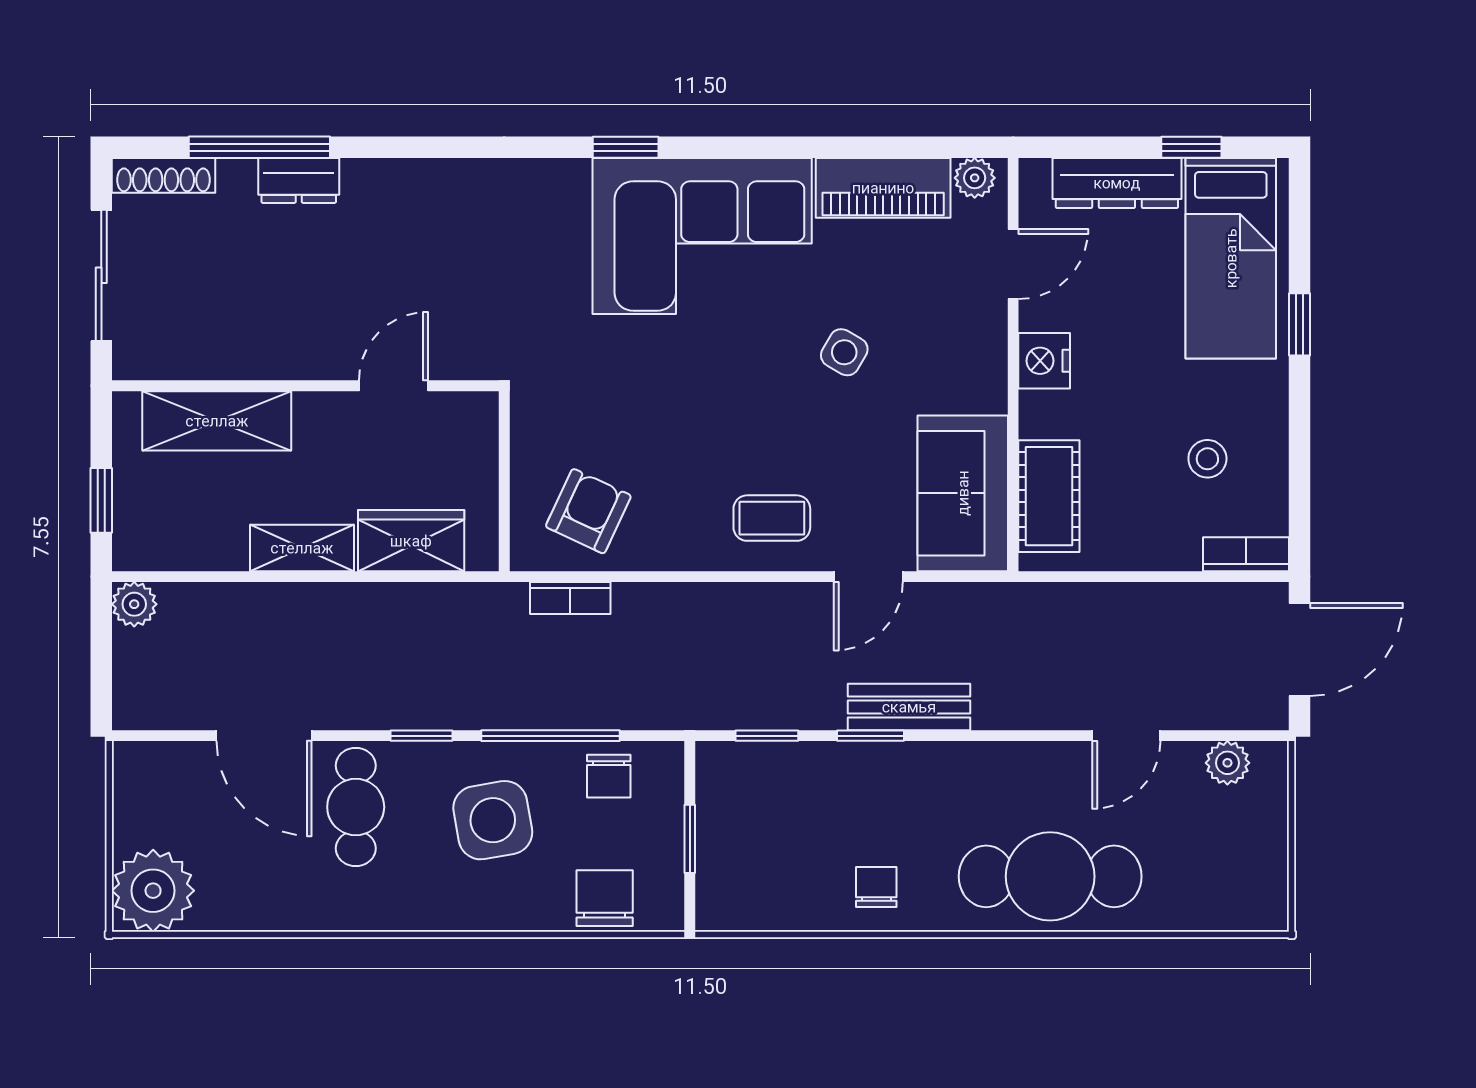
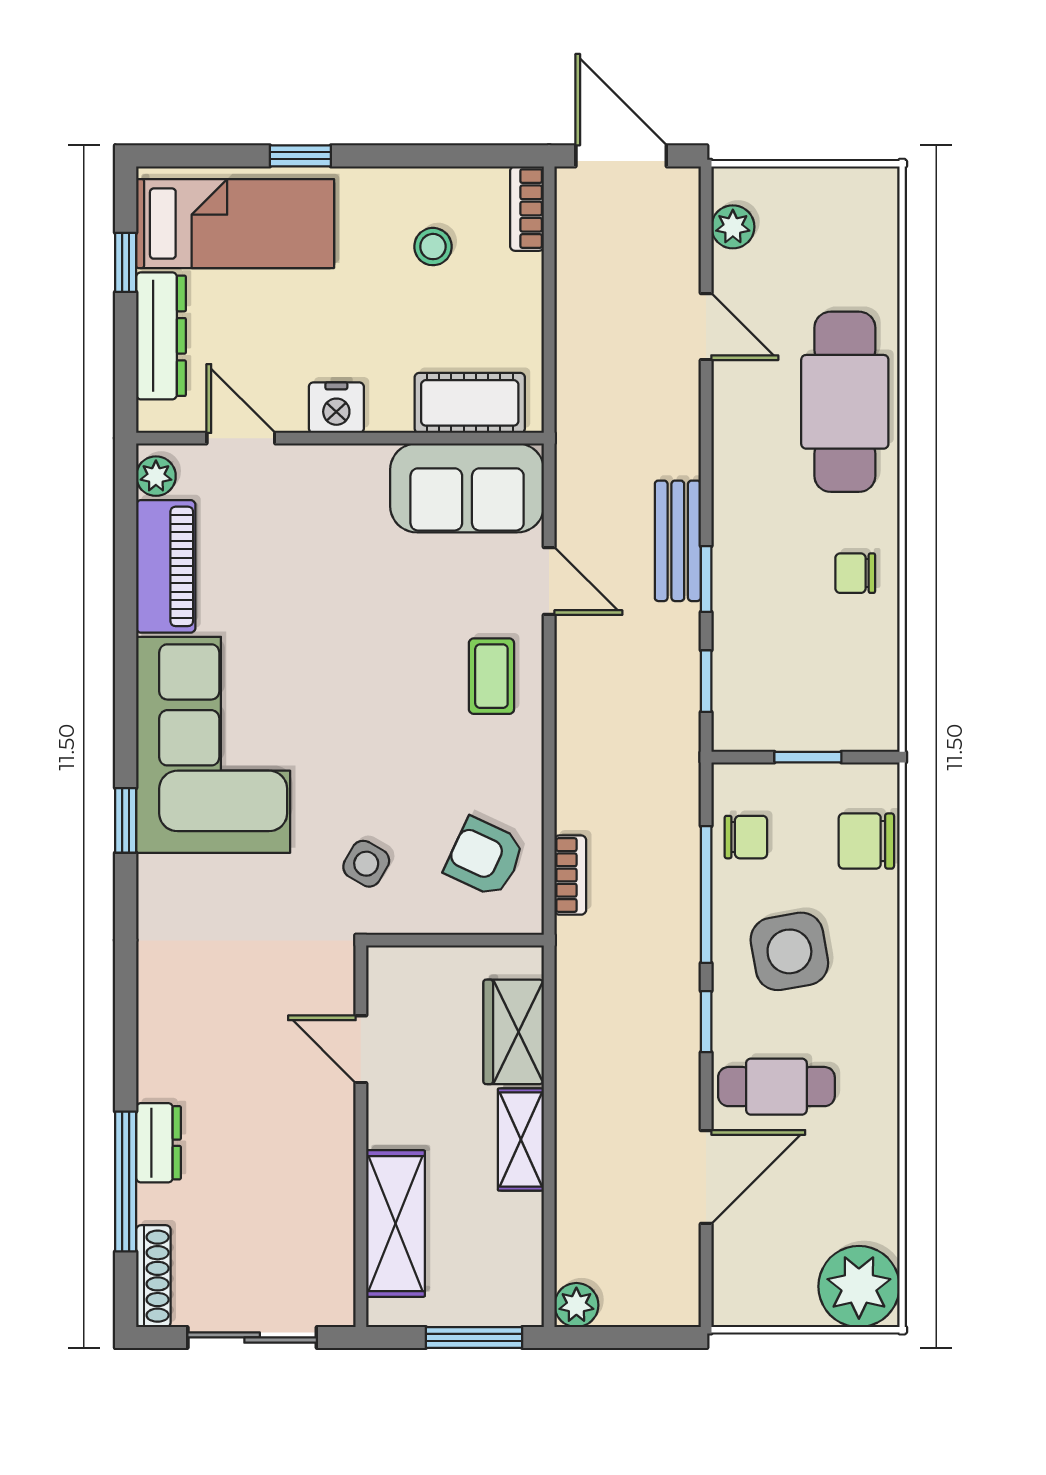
side table: (844, 352) -> (366, 864), moved
window: (101, 500) -> (474, 1337), width x1.50

